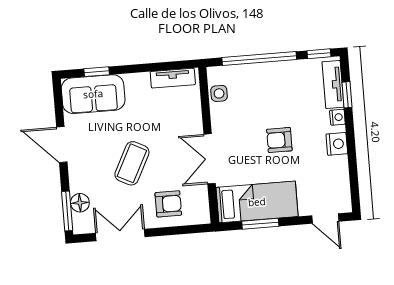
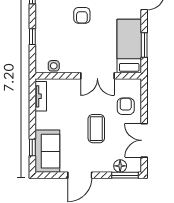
window: (259, 59) -> (32, 37), width x0.32
armchair: (279, 140) -> (82, 15), moved
coffee table: (132, 163) -> (96, 129), turned 63

